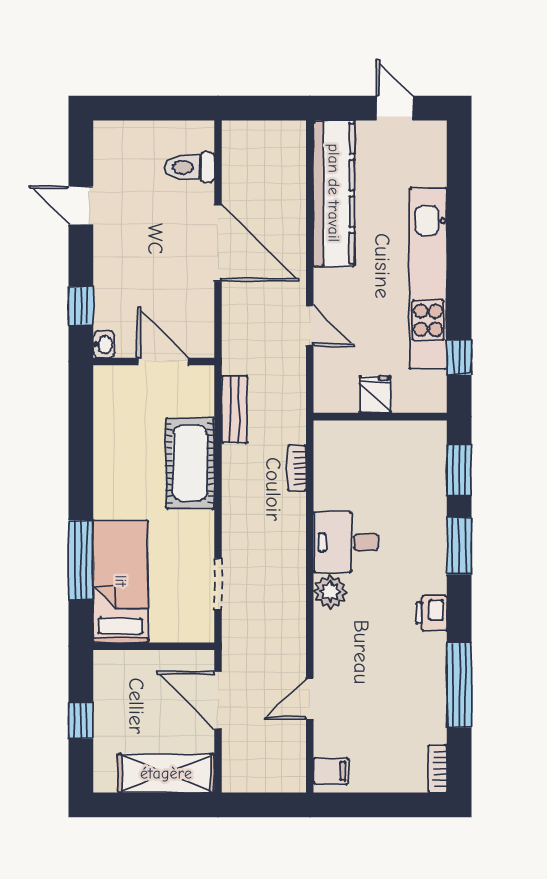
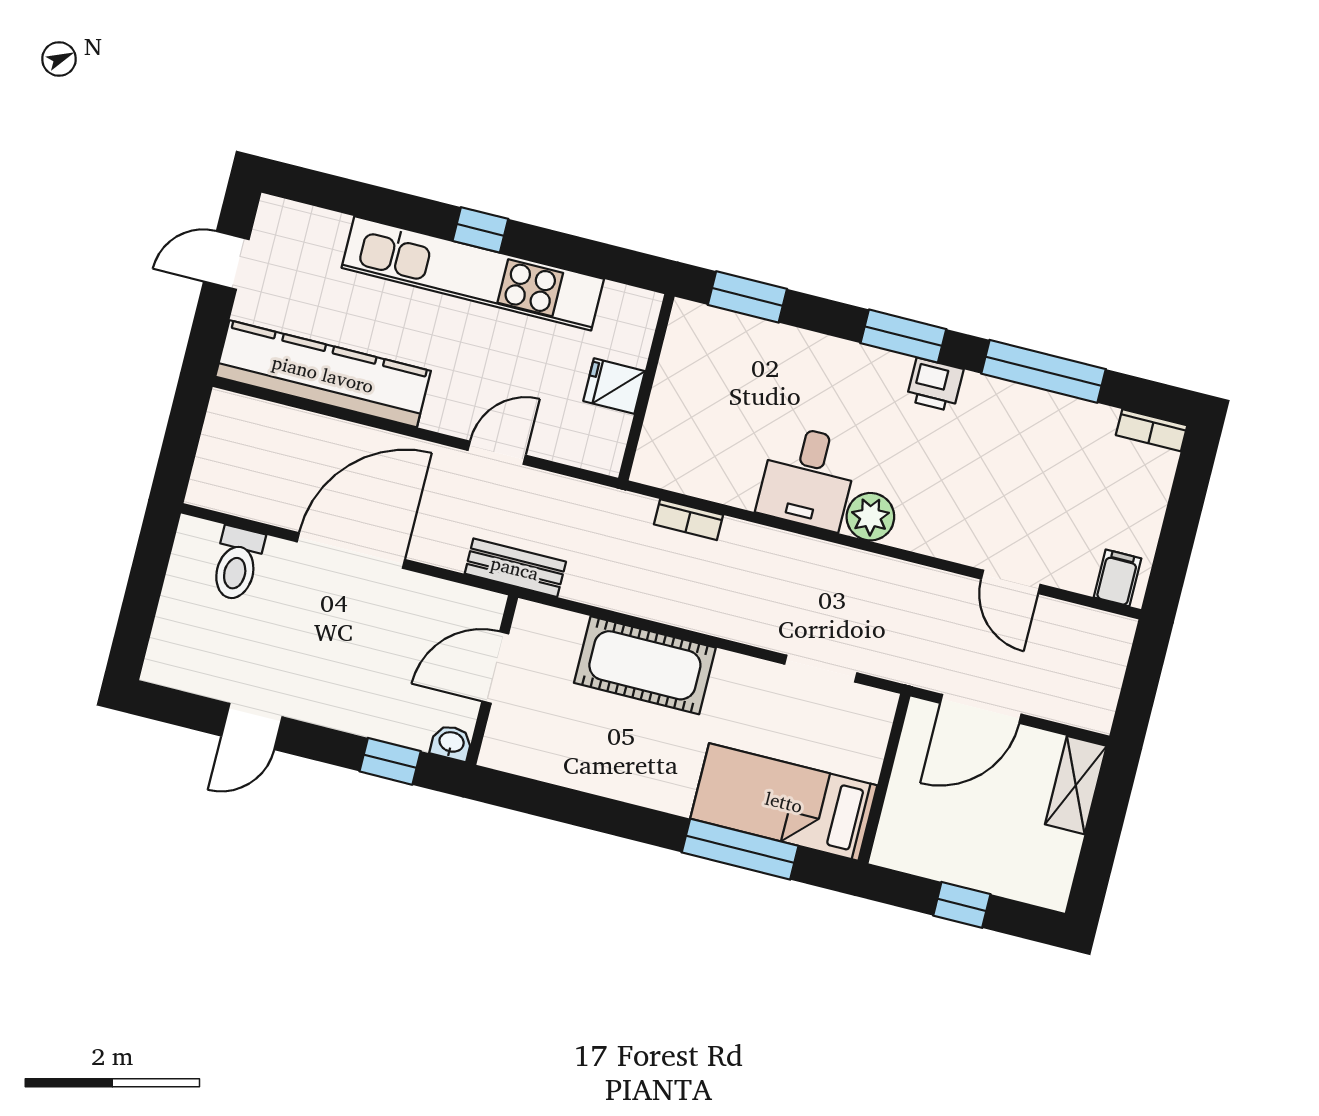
window: (459, 357) -> (480, 230), moved
bench: (234, 409) -> (515, 568), moved
window: (459, 546) -> (903, 336), moved
shelving: (166, 773) -> (1076, 785), width x0.67, depth x0.75

